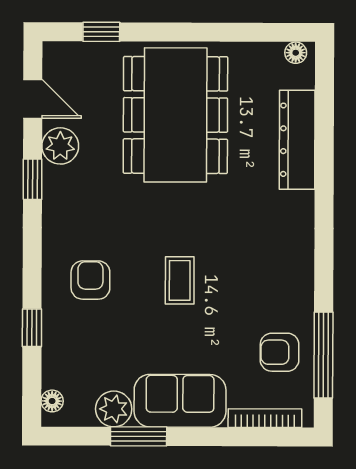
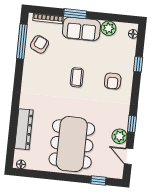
armchair: (280, 352) -> (39, 44), turned -65
window: (139, 436) -> (75, 14), moved

